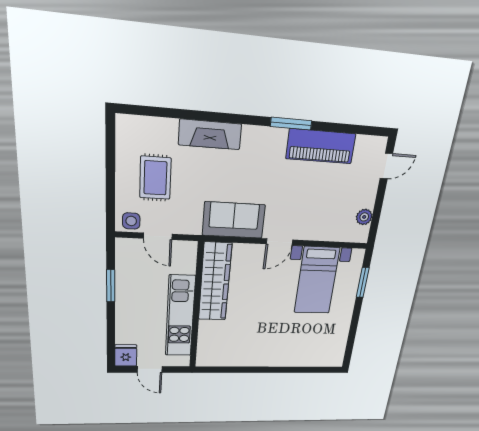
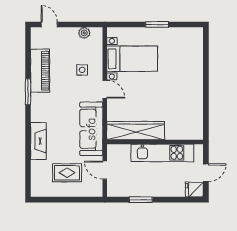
sofa: (234, 220) -> (91, 129), width x1.36
side table: (131, 221) -> (82, 70), moved
door: (158, 236) -> (105, 170), swing flipped
window: (363, 282) -> (157, 24), moved

